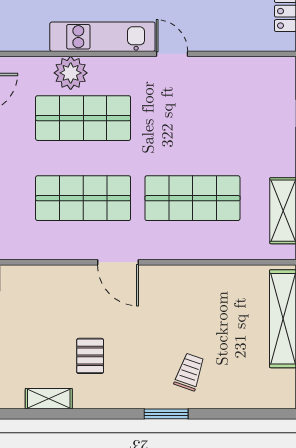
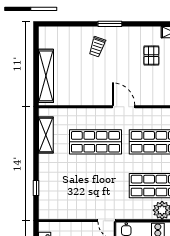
door: (118, 262) -> (124, 107), moved

